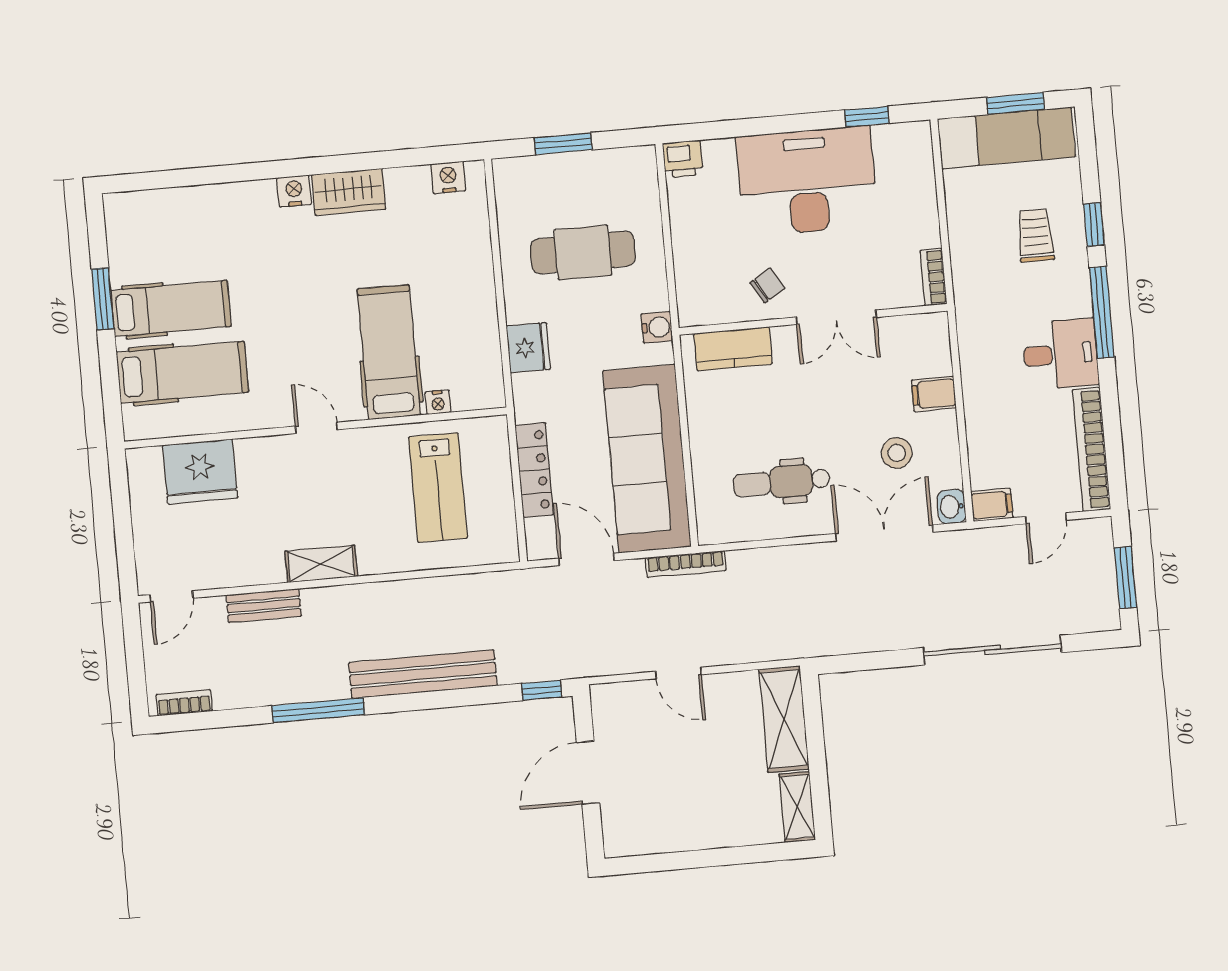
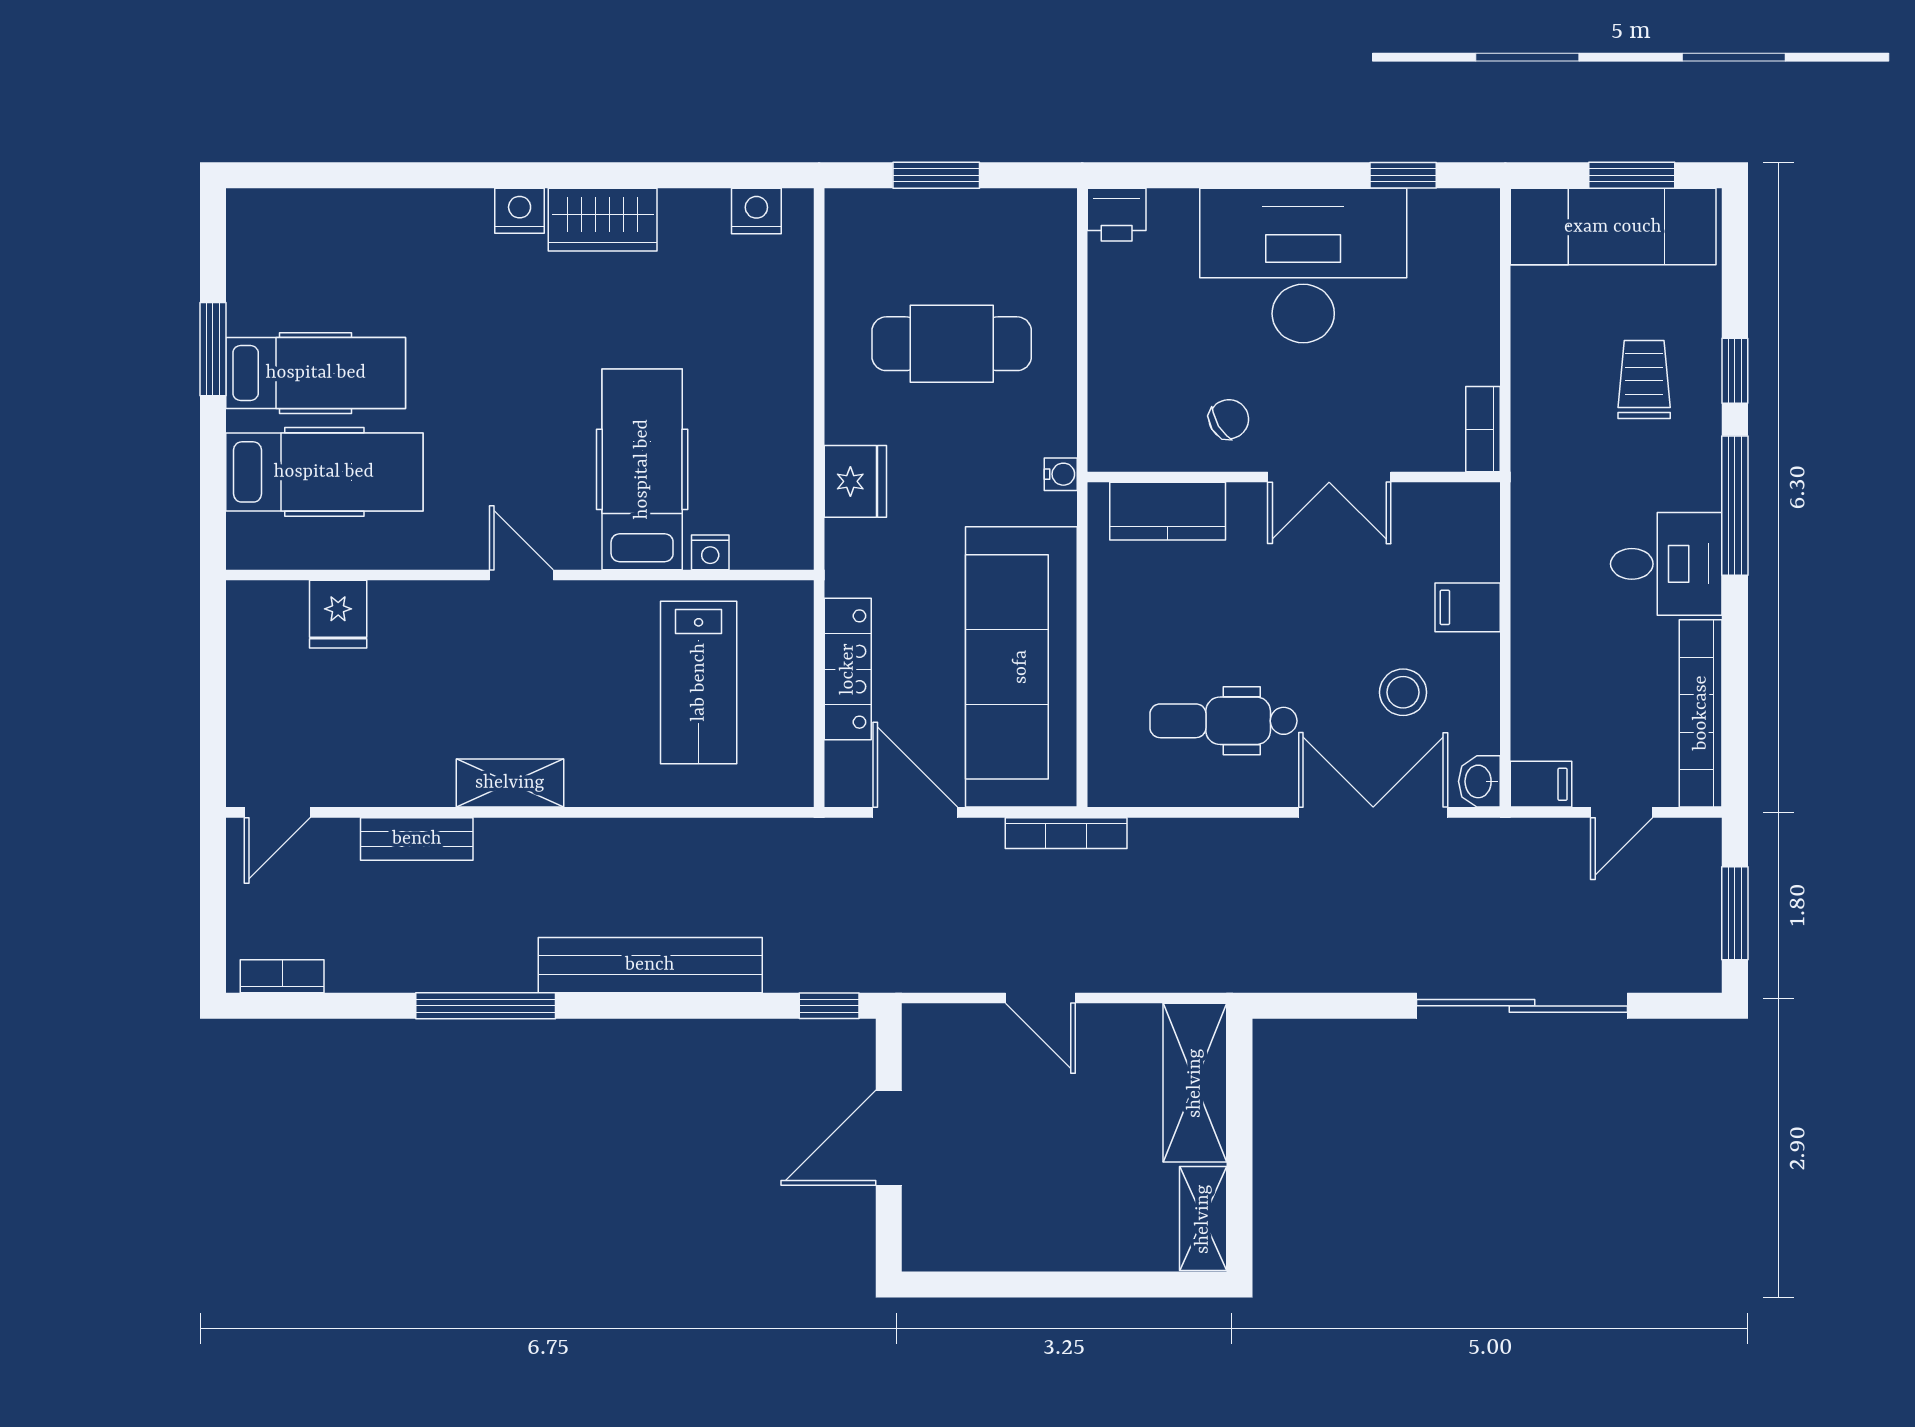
water cooler: (657, 327) -> (1061, 474), width x0.72, depth x0.72
fridge: (200, 472) -> (338, 614), width x0.53, depth x0.75

